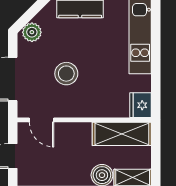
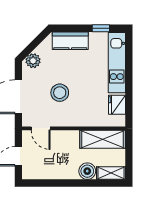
fridge: (140, 105) -> (117, 105), moved

